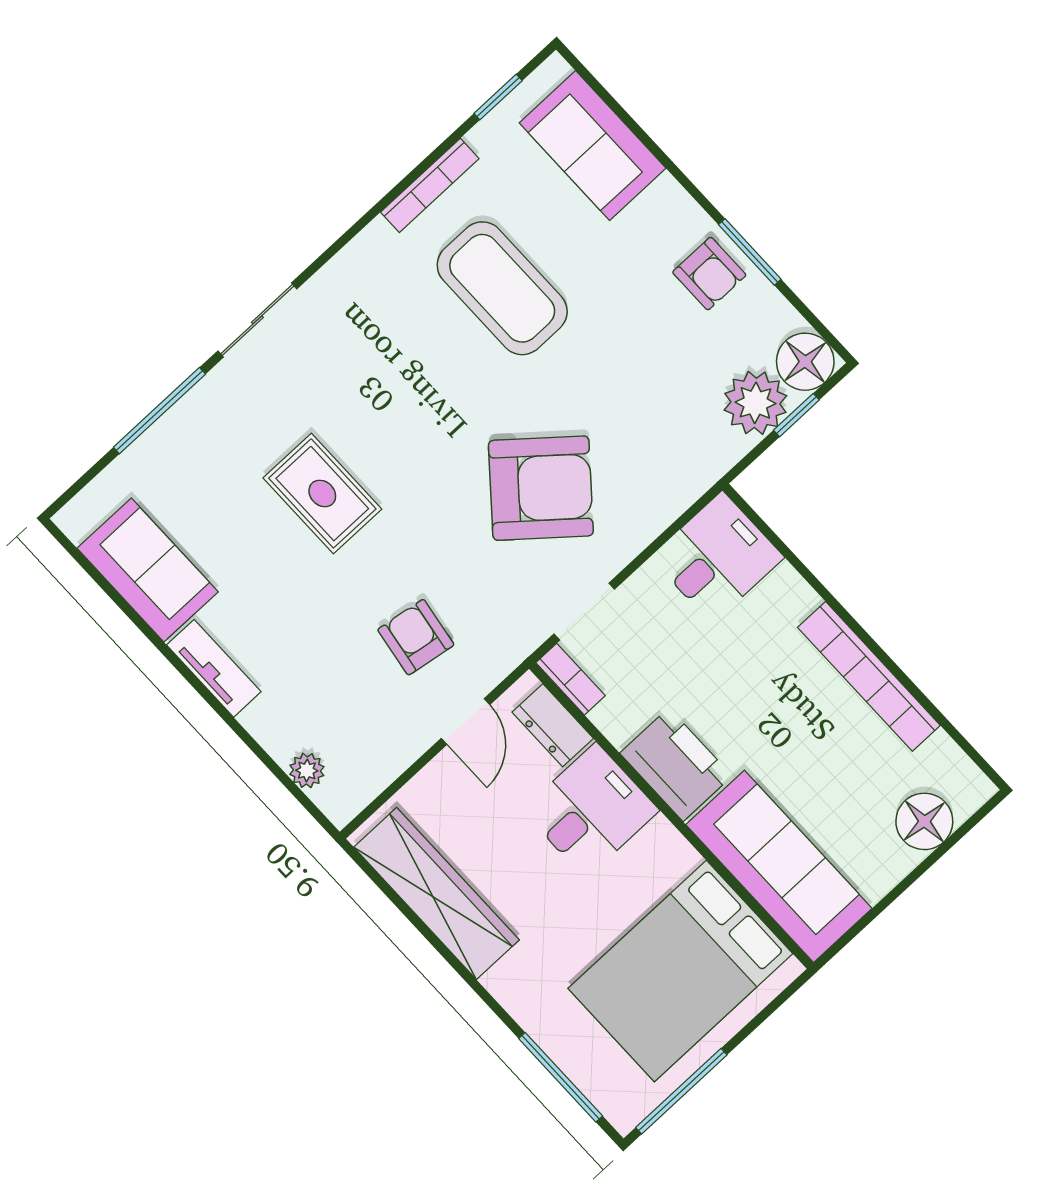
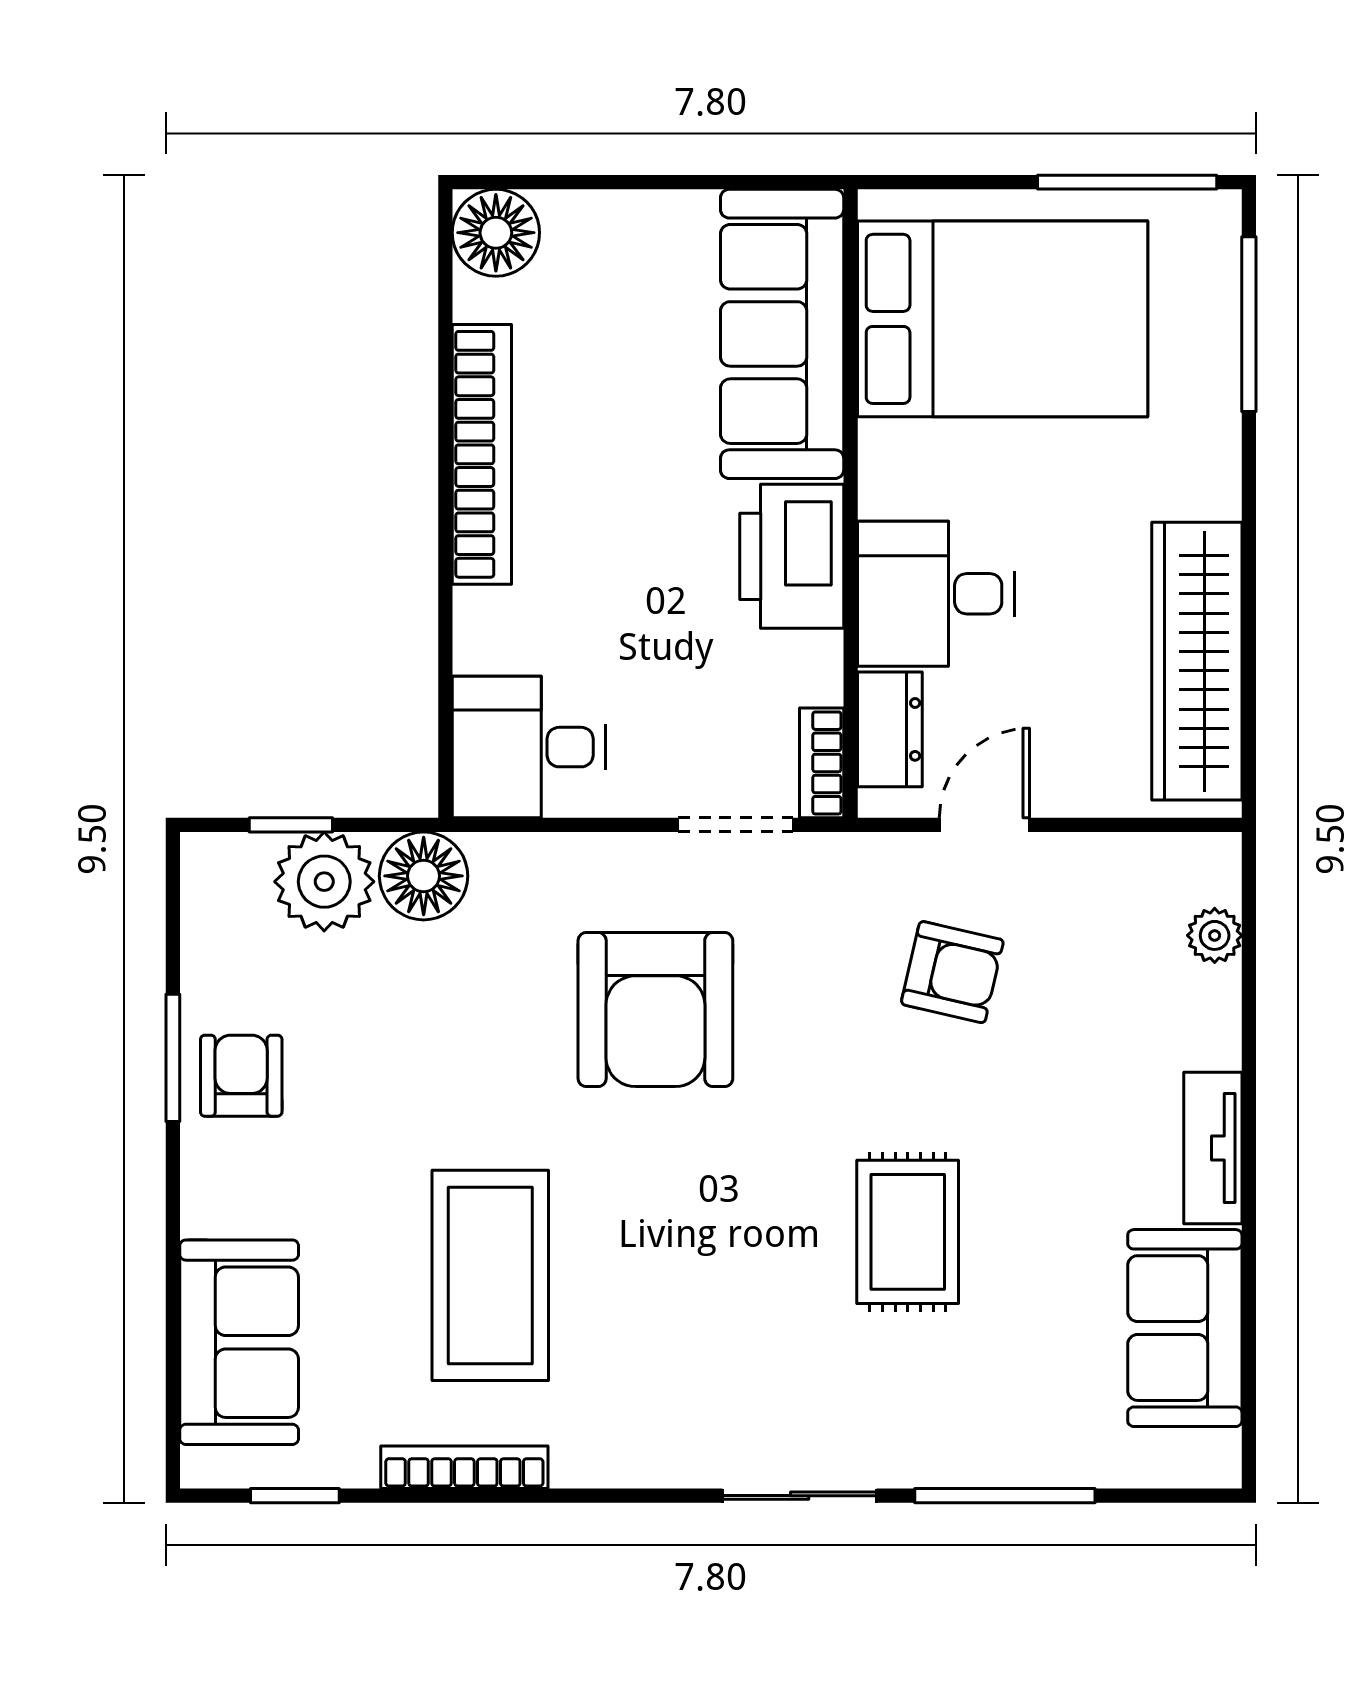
floor lamp: (805, 362) -> (424, 876), moved
armchair: (541, 488) -> (655, 1010), turned -130
armchair: (416, 637) -> (952, 972), turned -86
floor lamp: (924, 821) -> (496, 233), moved

